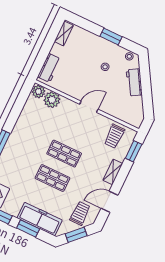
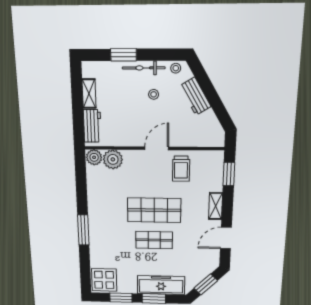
shelving: (64, 33) -> (89, 93), moved
window: (111, 36) -> (123, 55), moved
bicycle: (107, 45) -> (144, 68), added
trolley: (114, 136) -> (181, 169), moved
shop shelf: (64, 154) -> (154, 210), width x1.43, depth x1.36
trolley: (80, 213) -> (200, 262), removed

